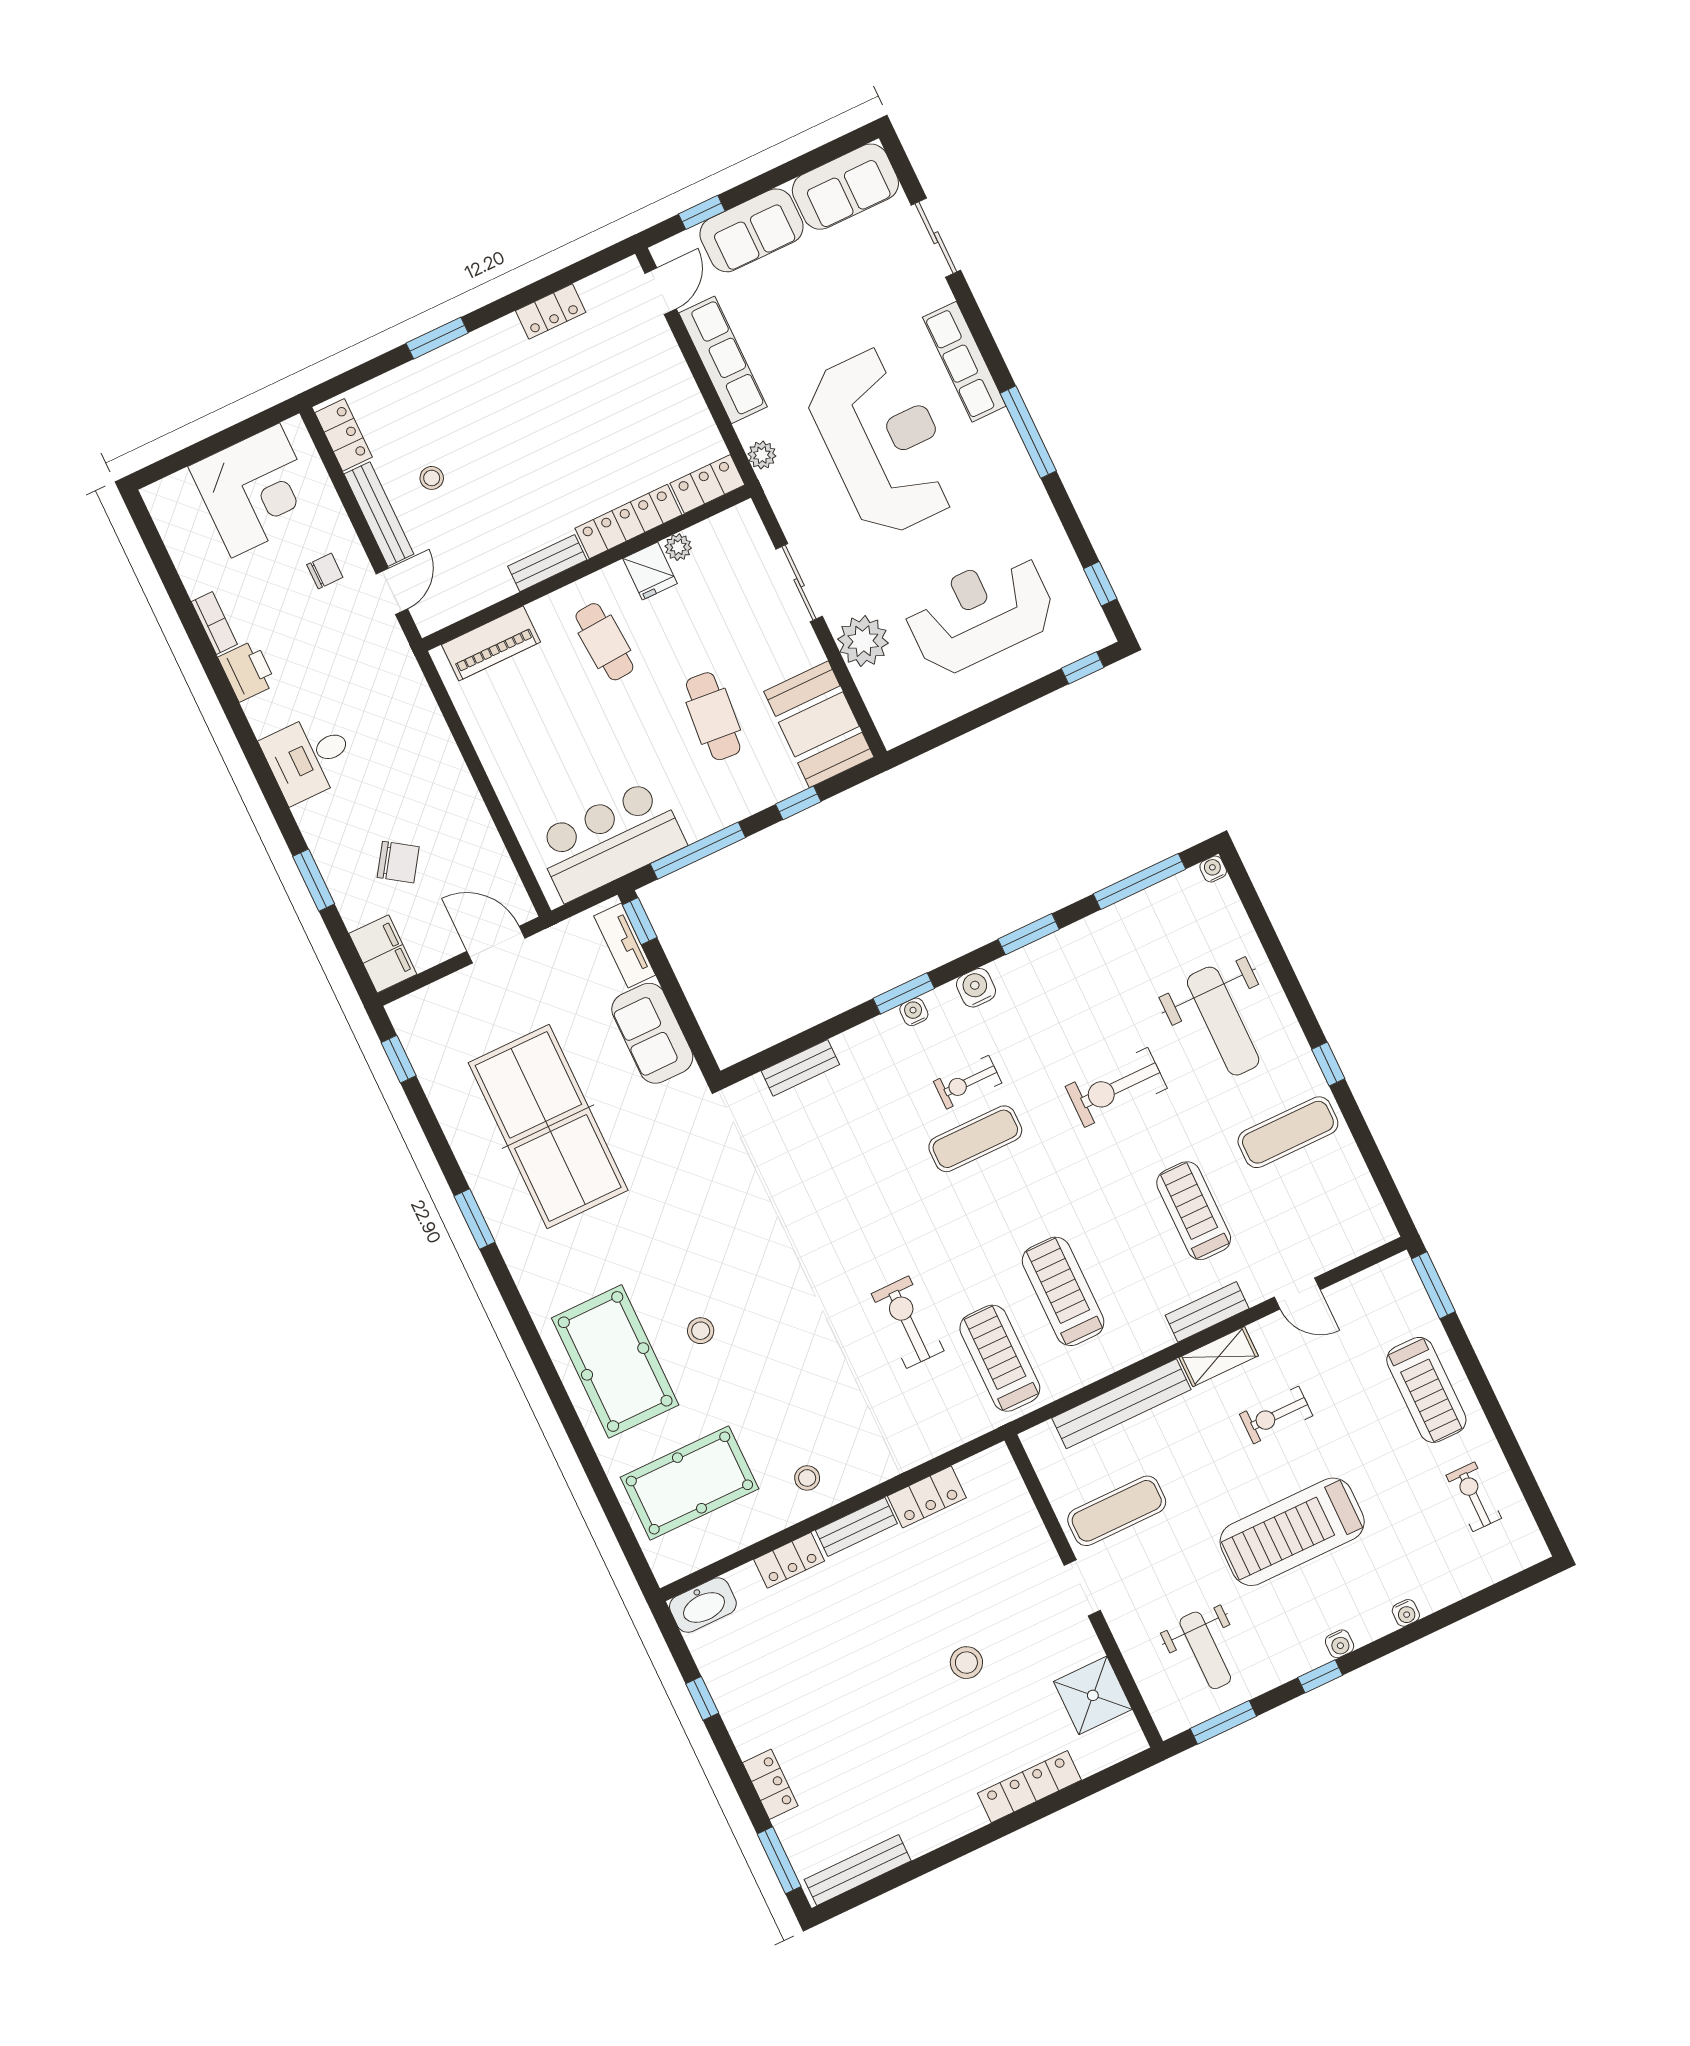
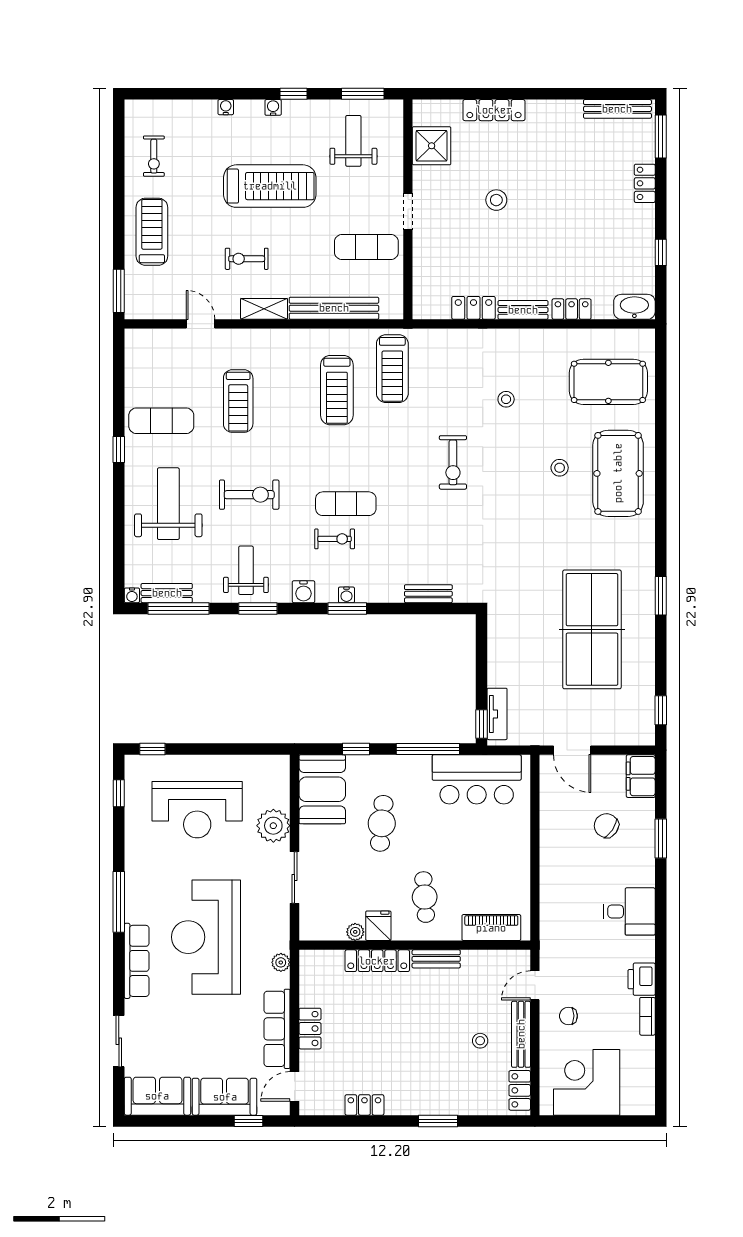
locker: (707, 484) -> (310, 1029), moved, turned -90
weight bench: (1071, 980) -> (246, 570), added
sofa: (652, 1033) -> (505, 655), removed
bench: (1207, 1312) -> (167, 593), moved
exercise bike: (908, 1322) -> (453, 462), moved
exercise bike: (1276, 1415) -> (247, 259), turned 180
stool: (807, 1478) -> (506, 399), moved

